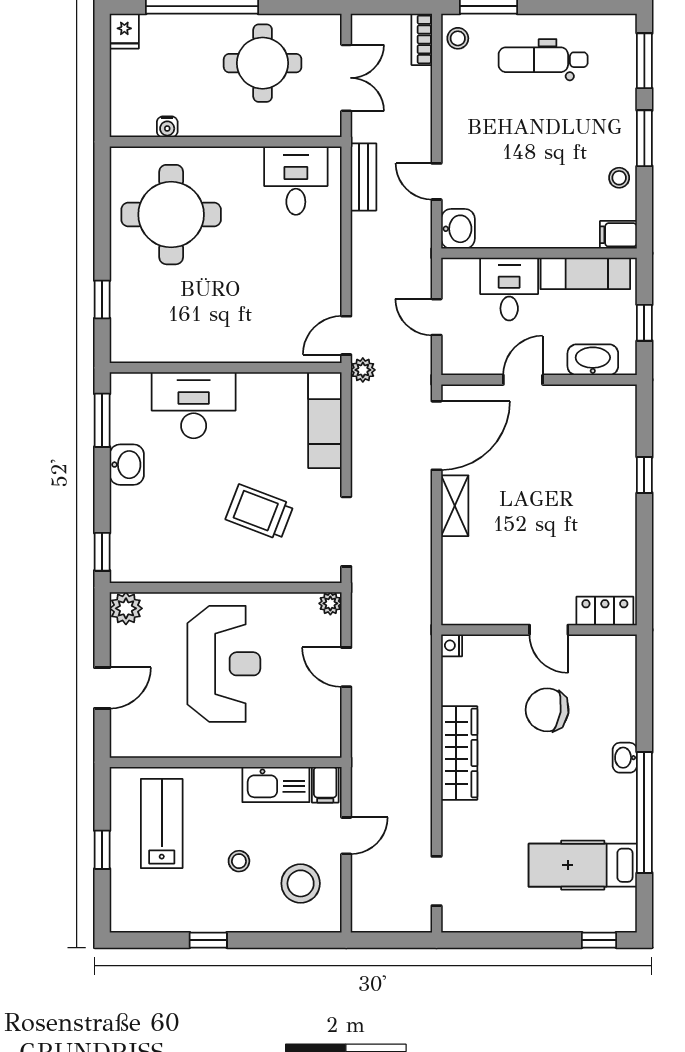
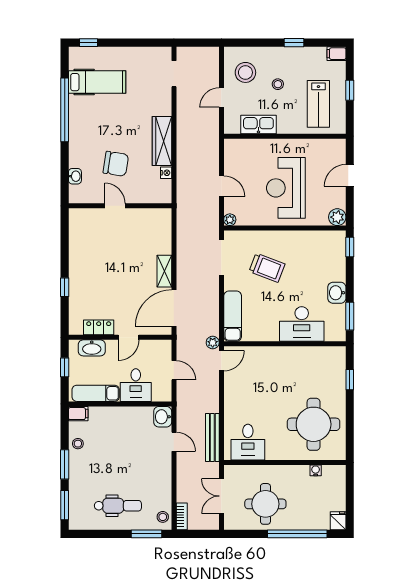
bench: (364, 177) -> (212, 438), width x1.36
locker: (605, 611) -> (99, 327), moved, turned 180
nightstand: (452, 645) -> (166, 173), moved
washbasin: (625, 758) -> (75, 176), moved
filing cabinet: (325, 785) -> (336, 54), moved, turned -90

